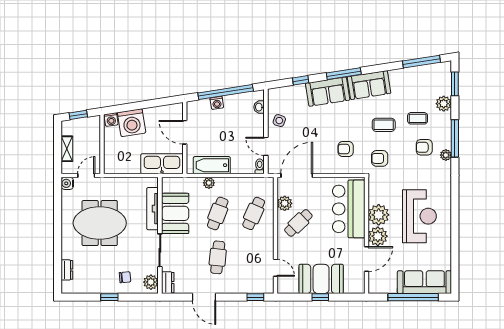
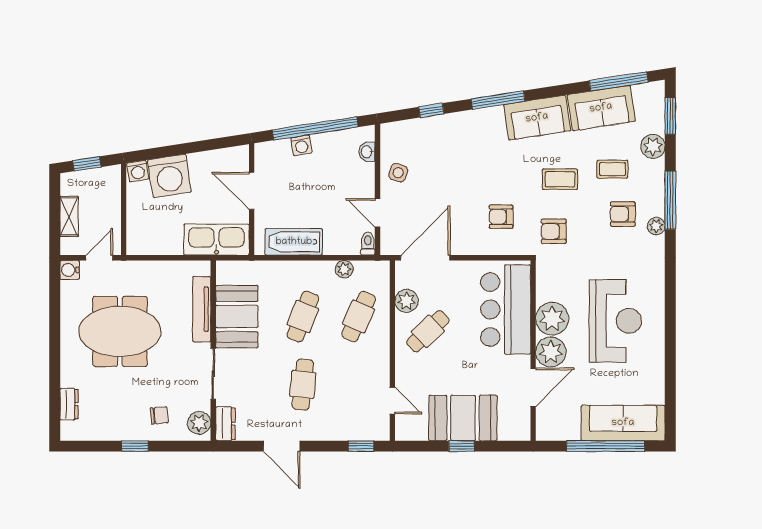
sofa: (328, 92) -> (601, 108), moved
plant: (209, 183) -> (344, 269), moved

